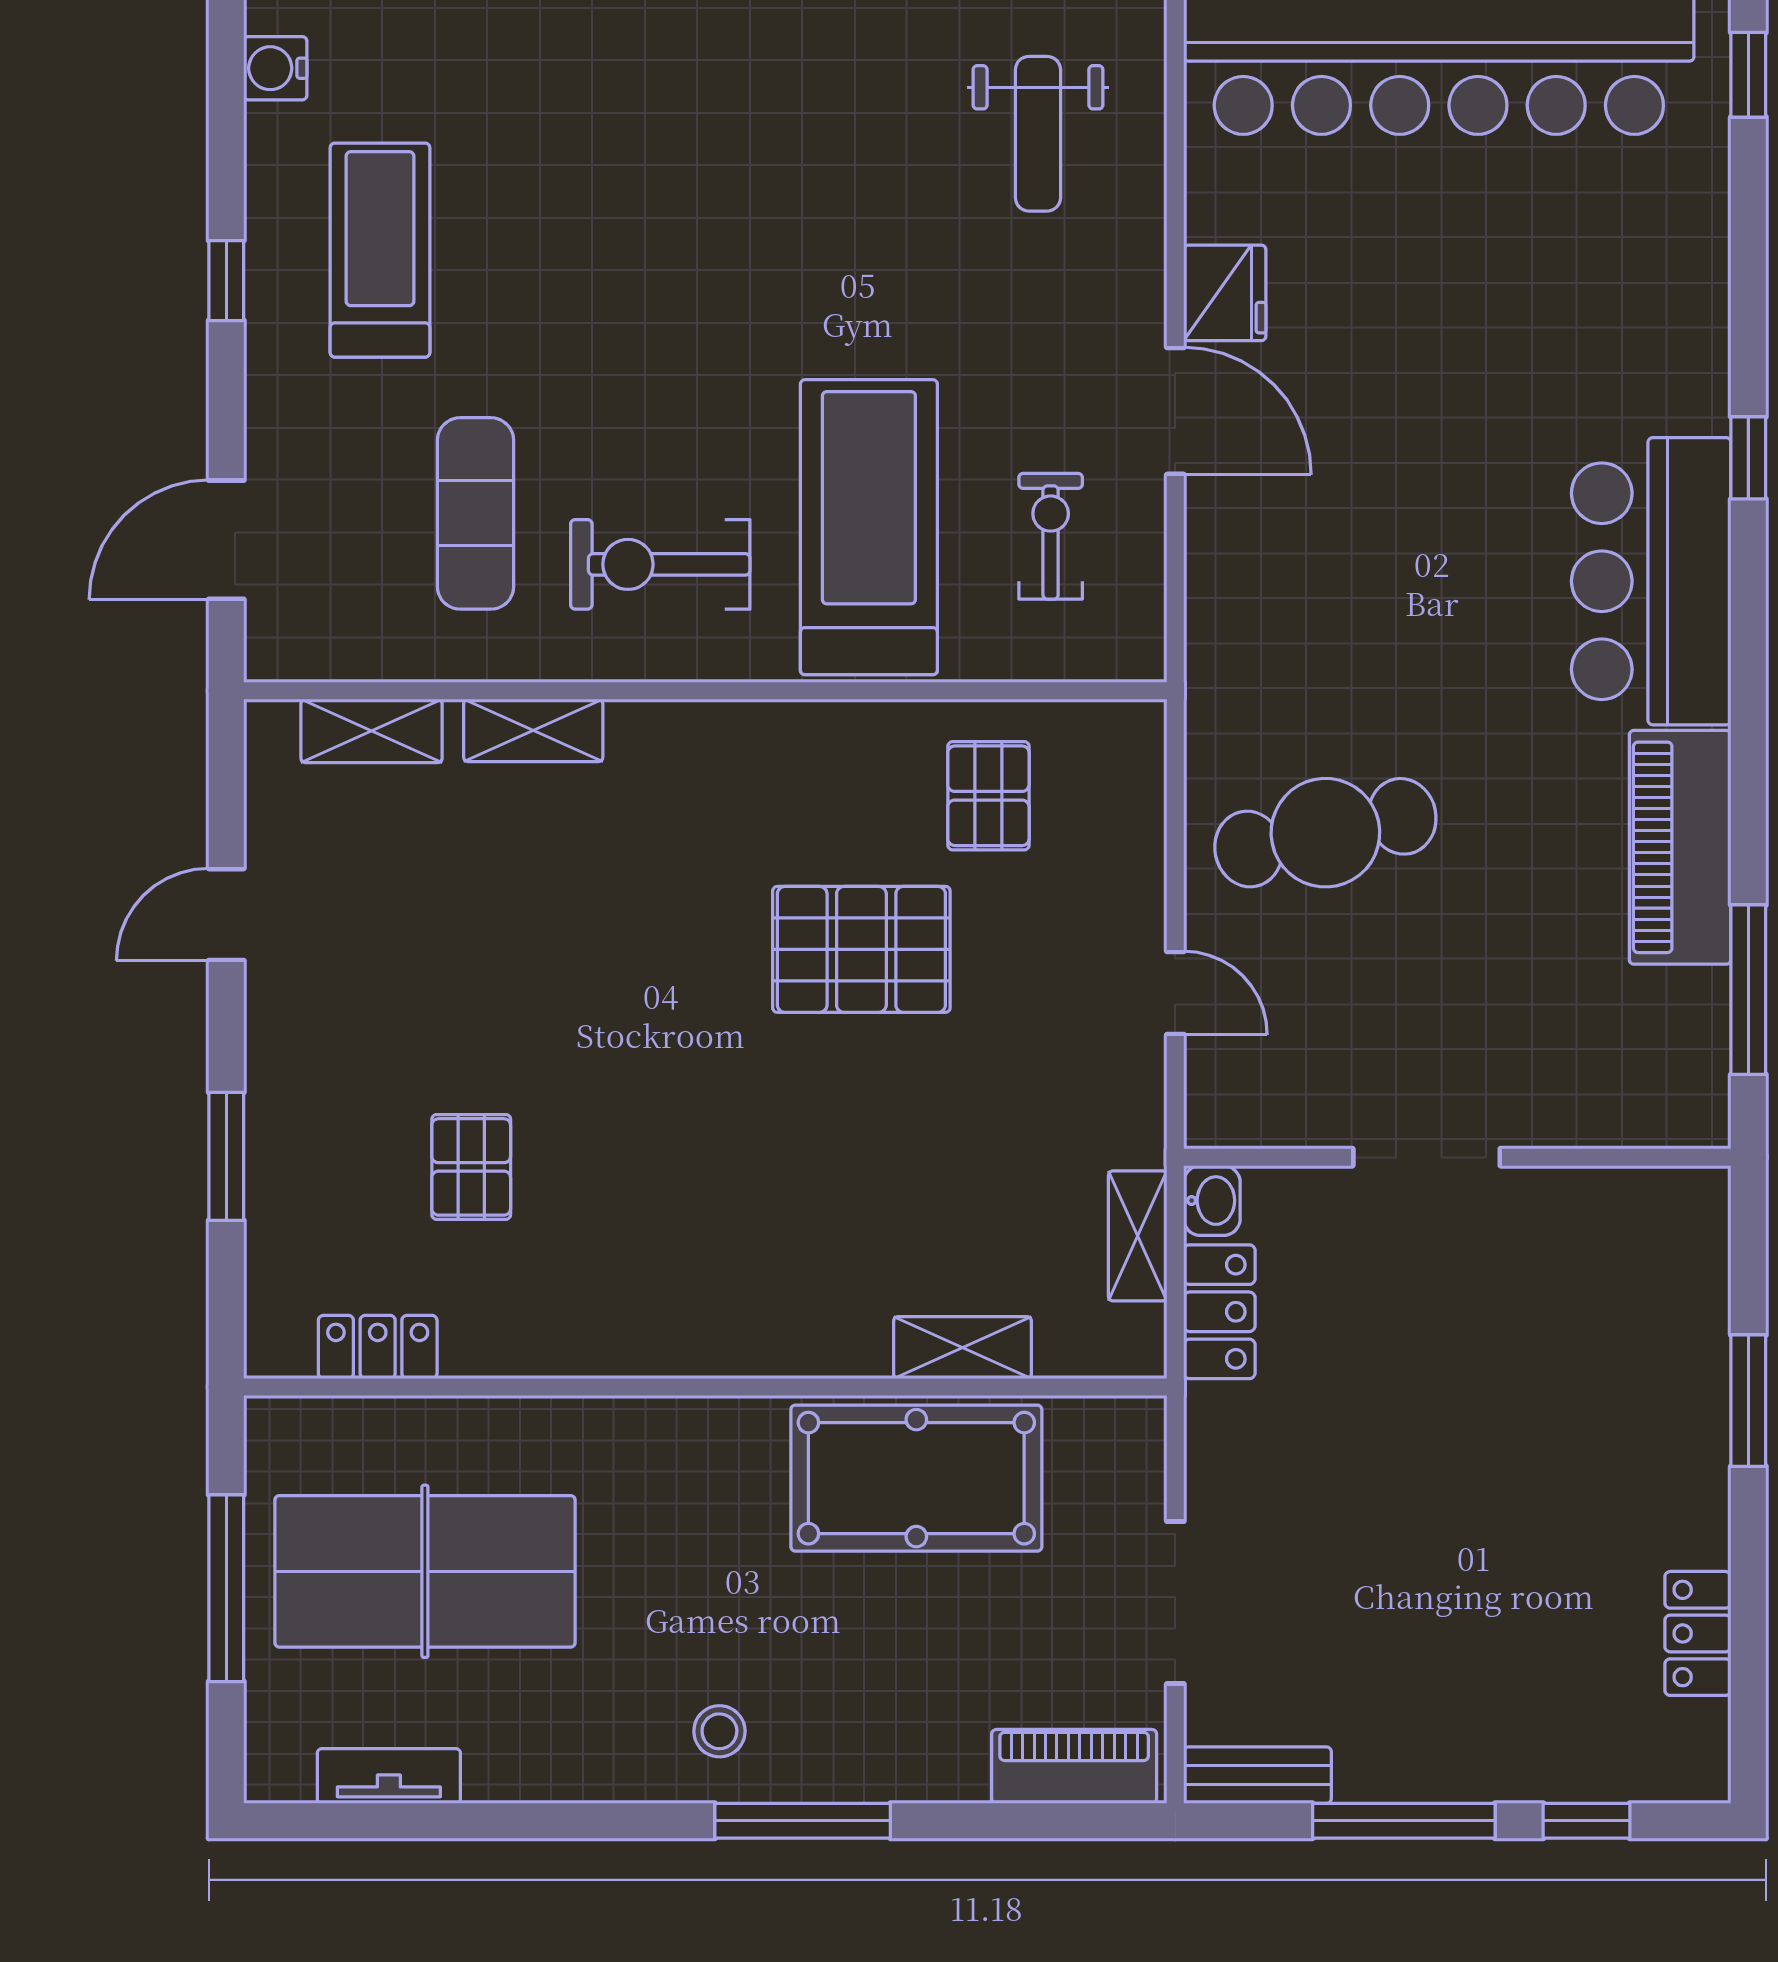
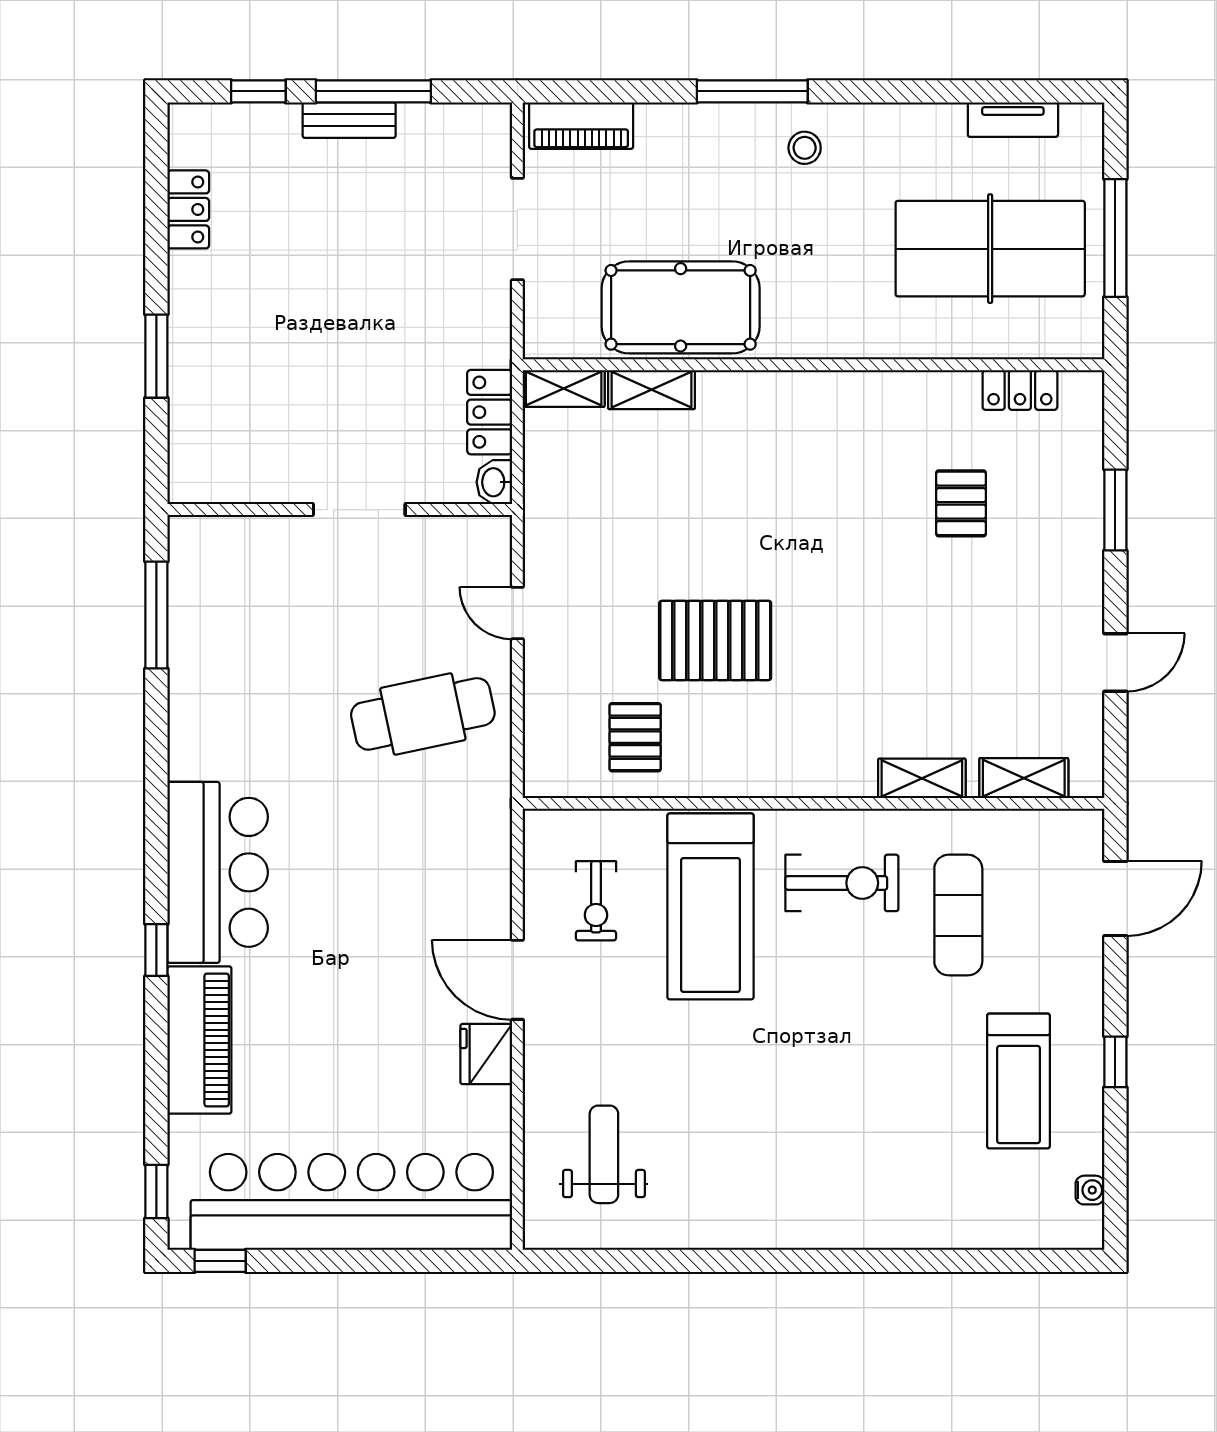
water cooler: (275, 68) -> (1090, 1190), width x0.72, depth x0.72
piano: (1680, 847) -> (199, 1040), moved
shelving: (1138, 1236) -> (564, 388), moved, turned 90
bench: (1257, 1775) -> (349, 120), moved

